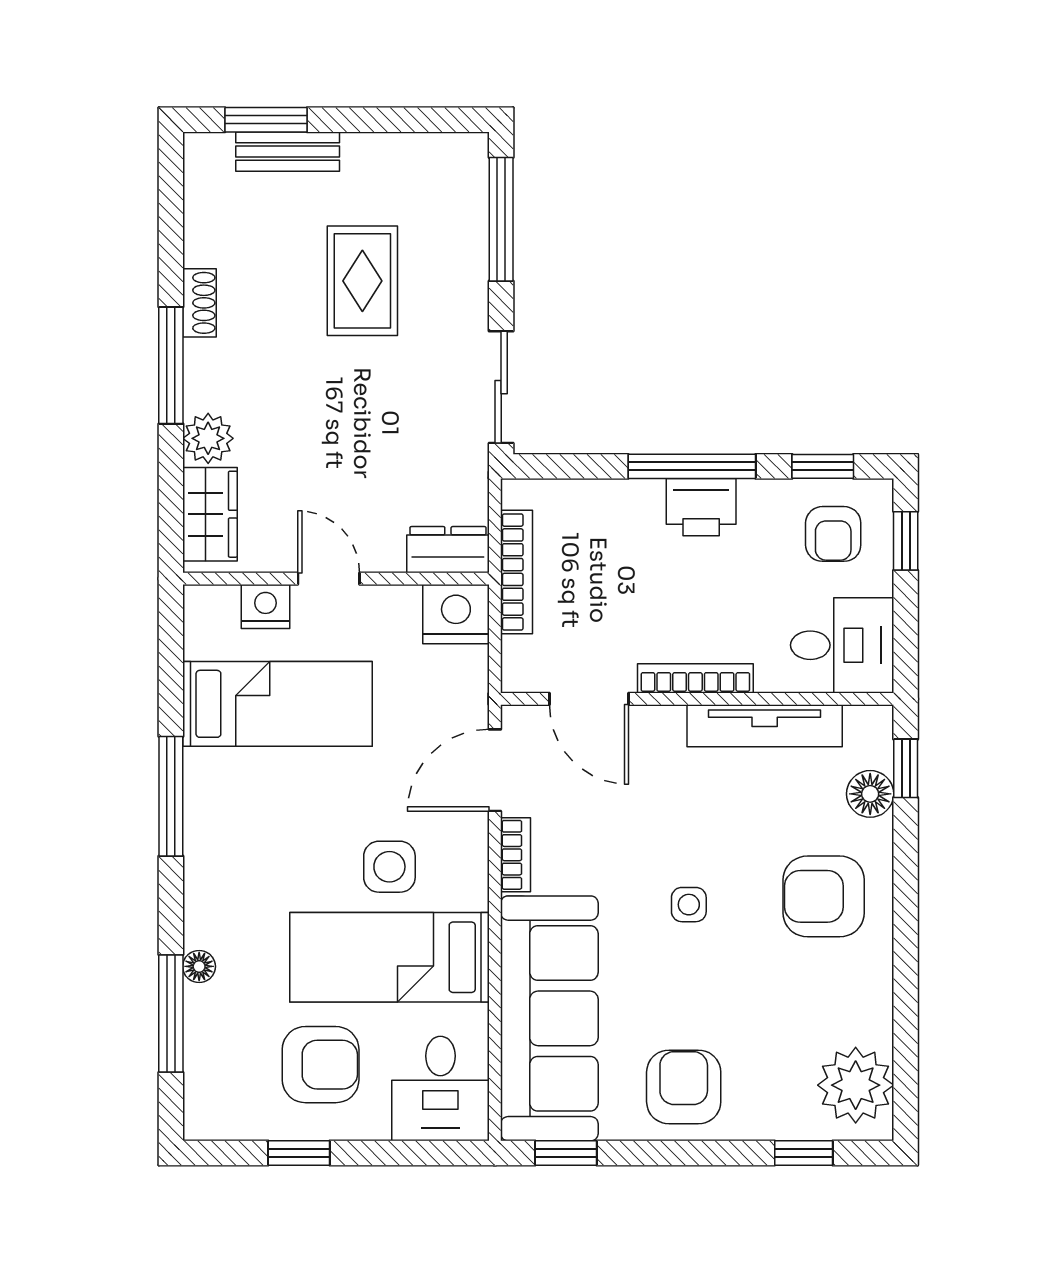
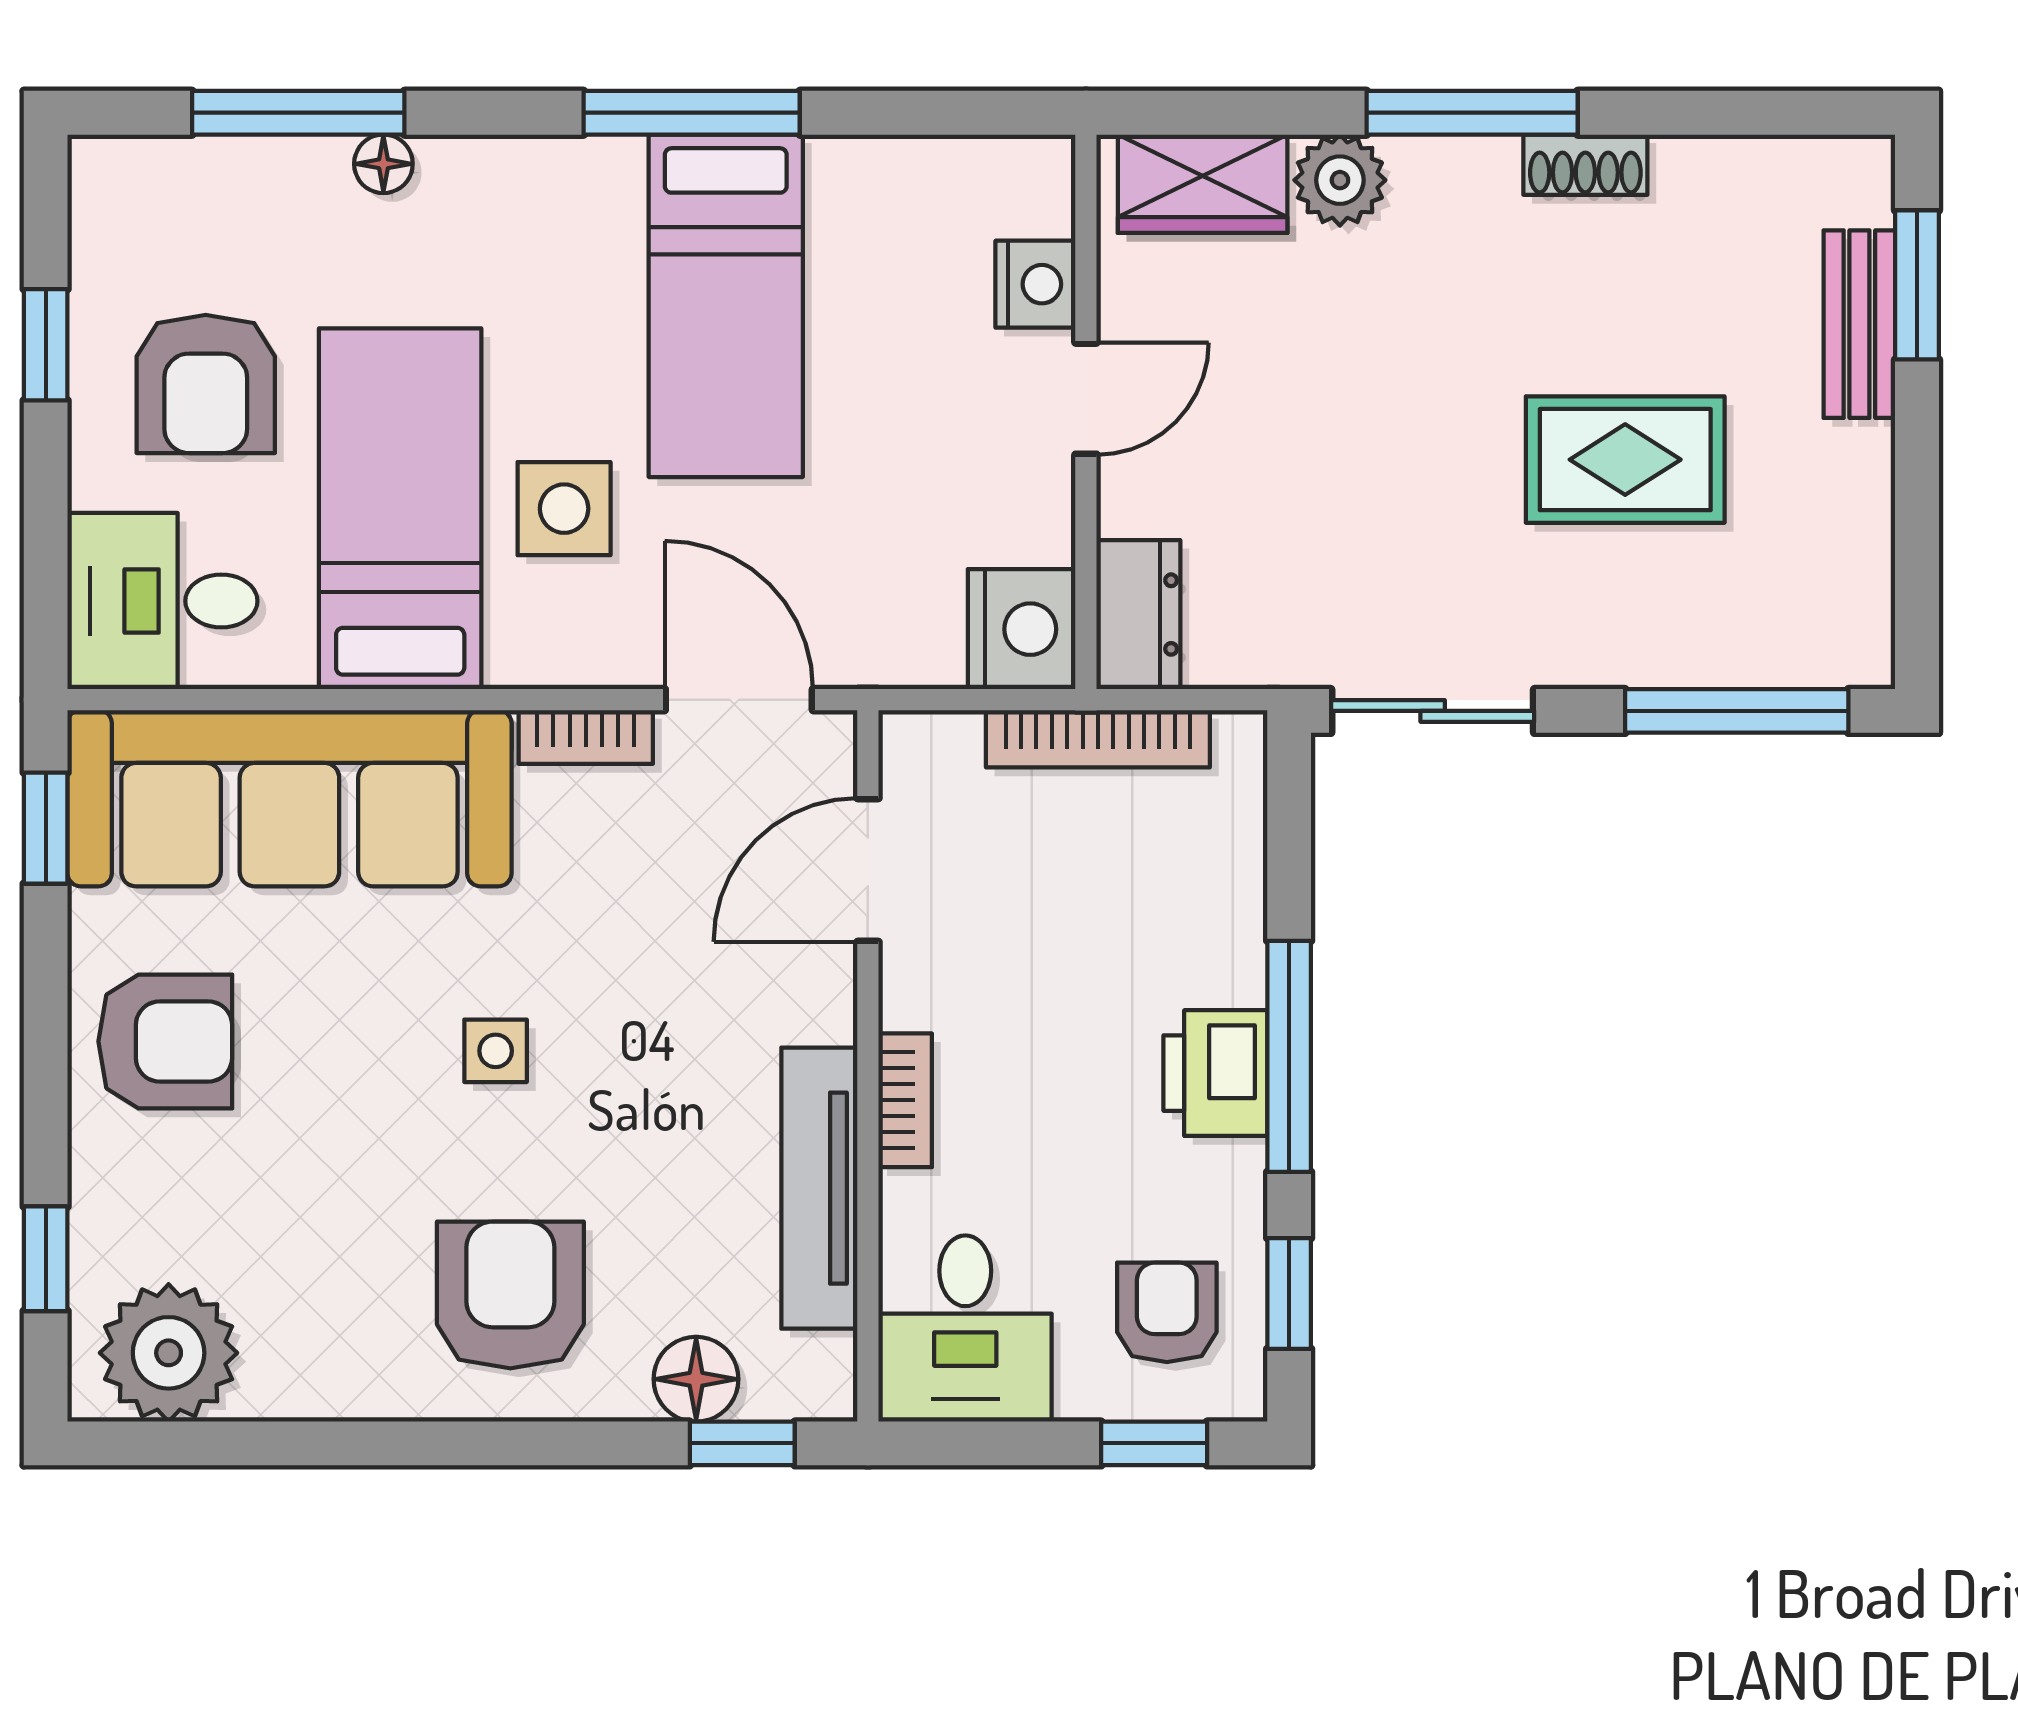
armchair: (833, 534) -> (1167, 1312), turned 90
bookcase: (695, 678) -> (905, 1100), width x0.64
bed: (277, 704) -> (726, 306), moved

